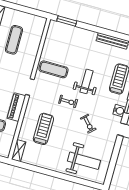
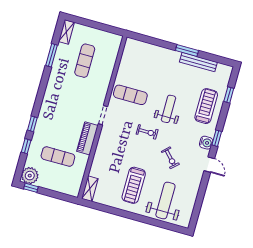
window: (67, 21) -> (187, 50), moved
treadmill: (43, 129) -> (134, 185), moved, turned 180
weight bench: (84, 161) -> (165, 200), turned -90

